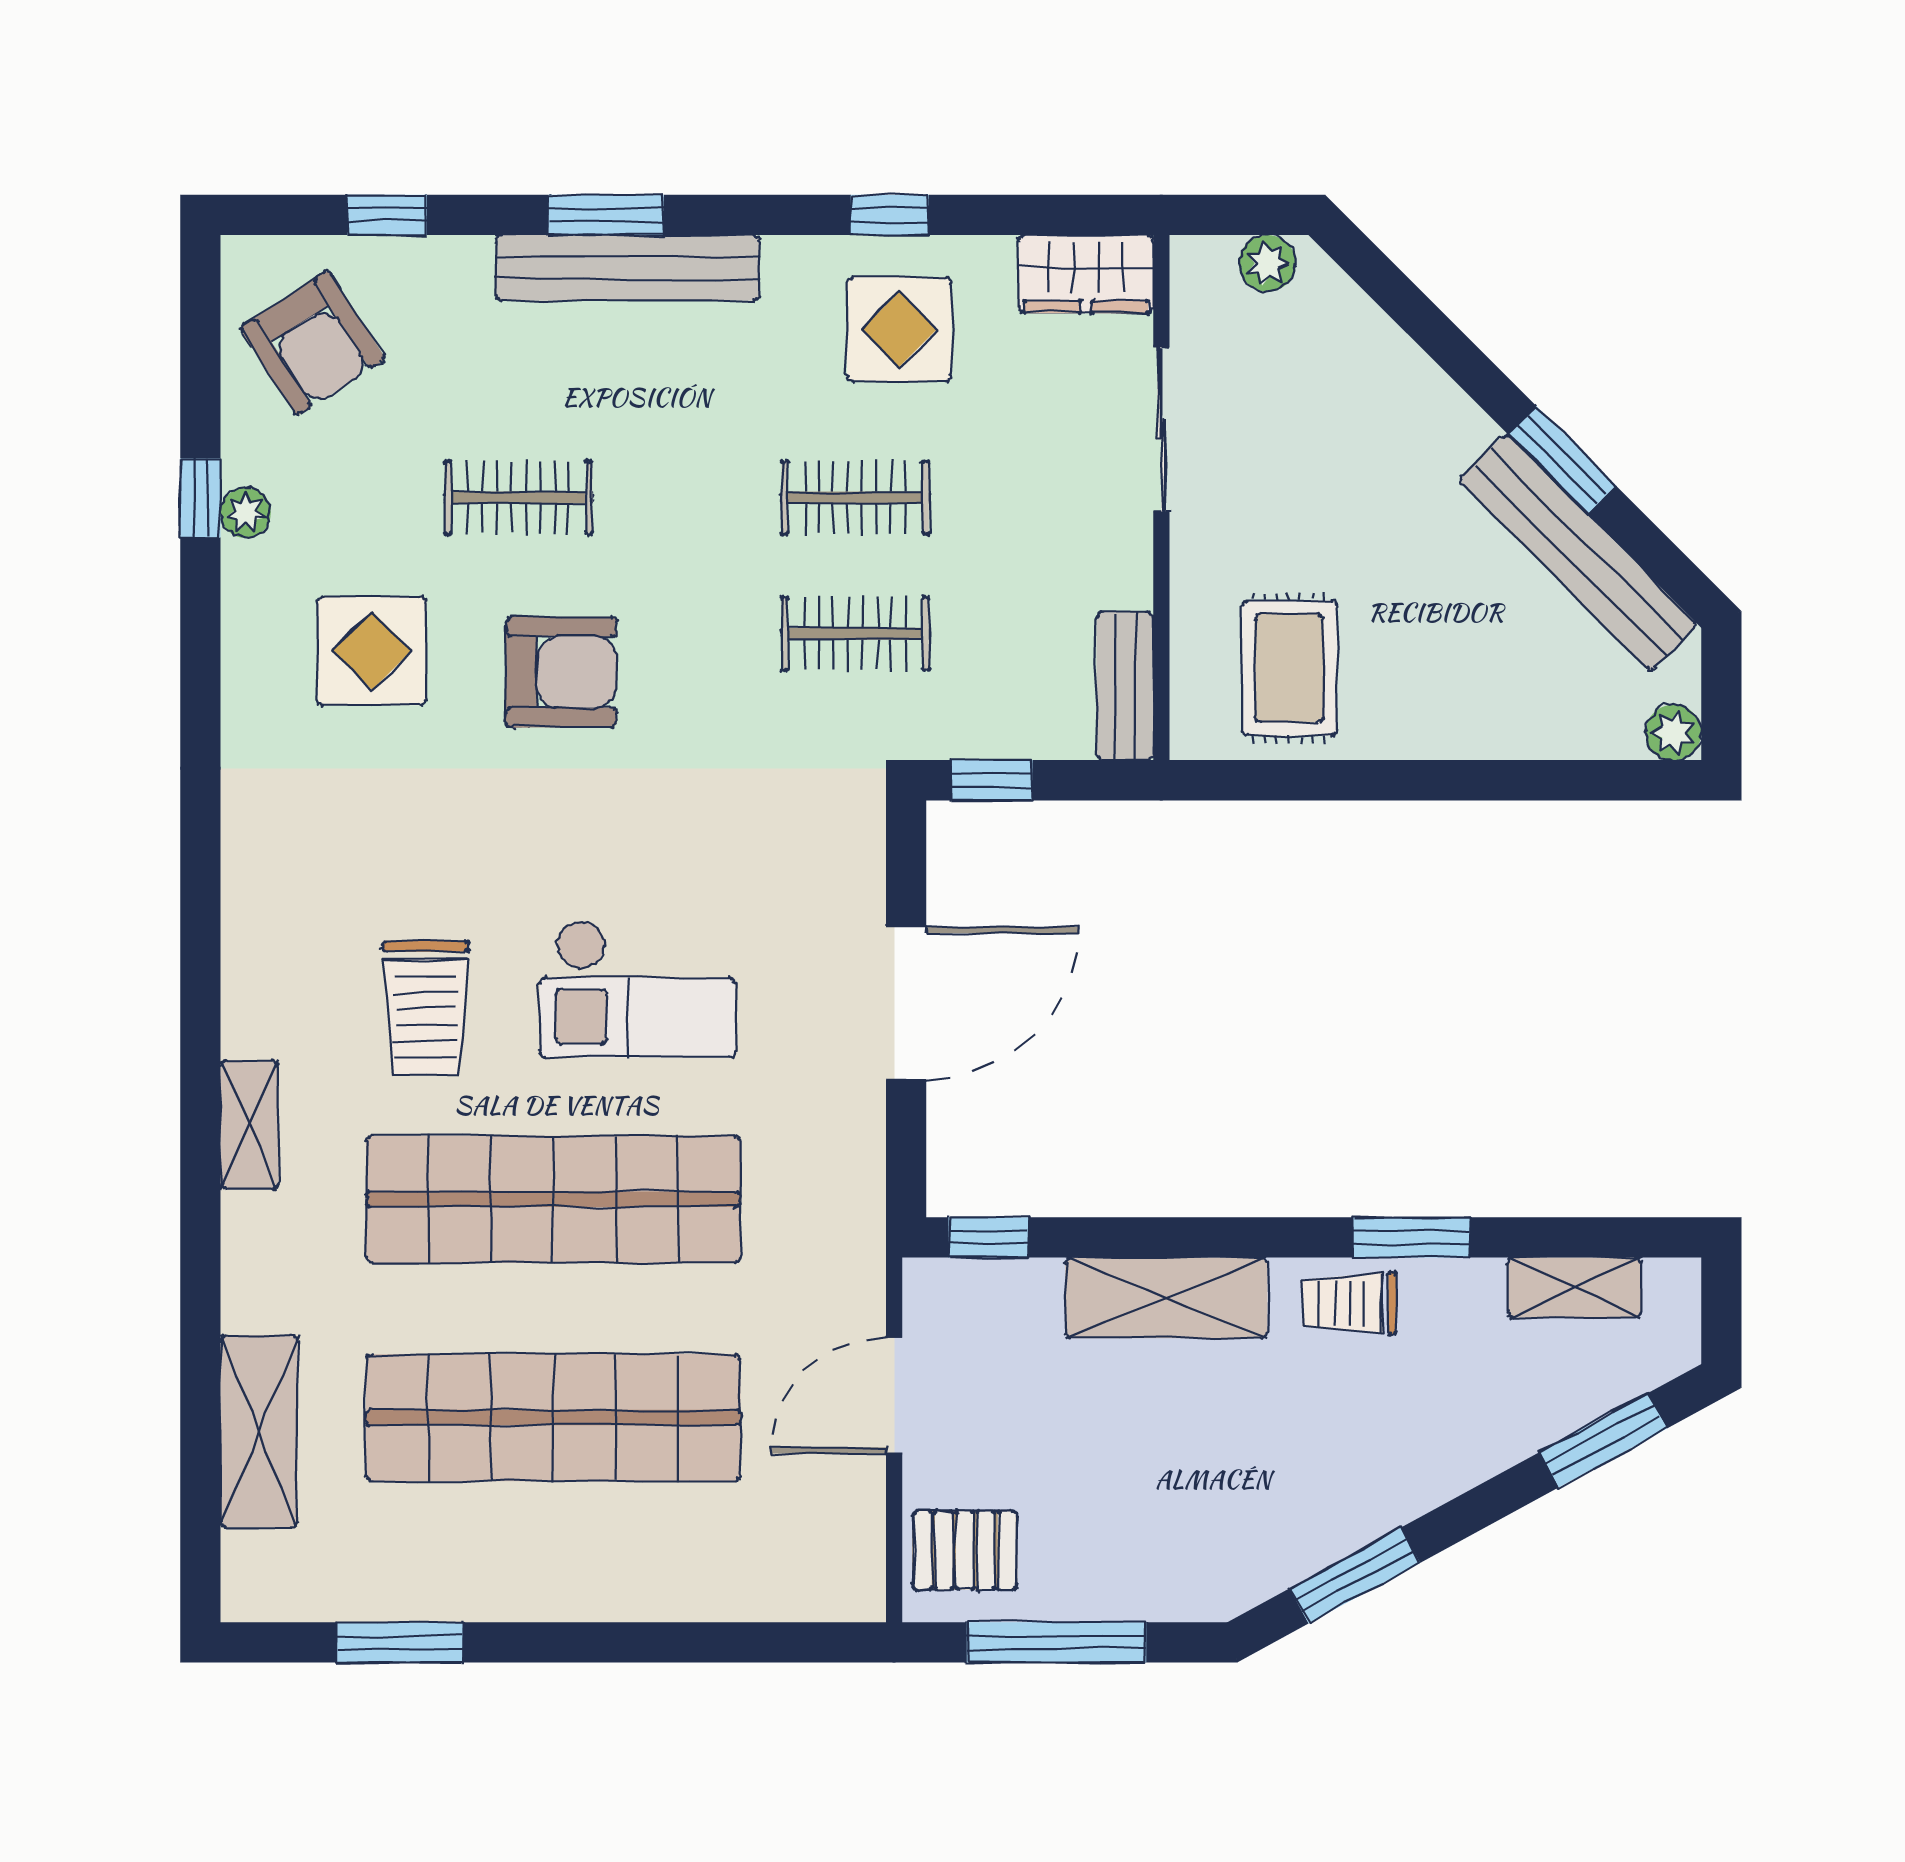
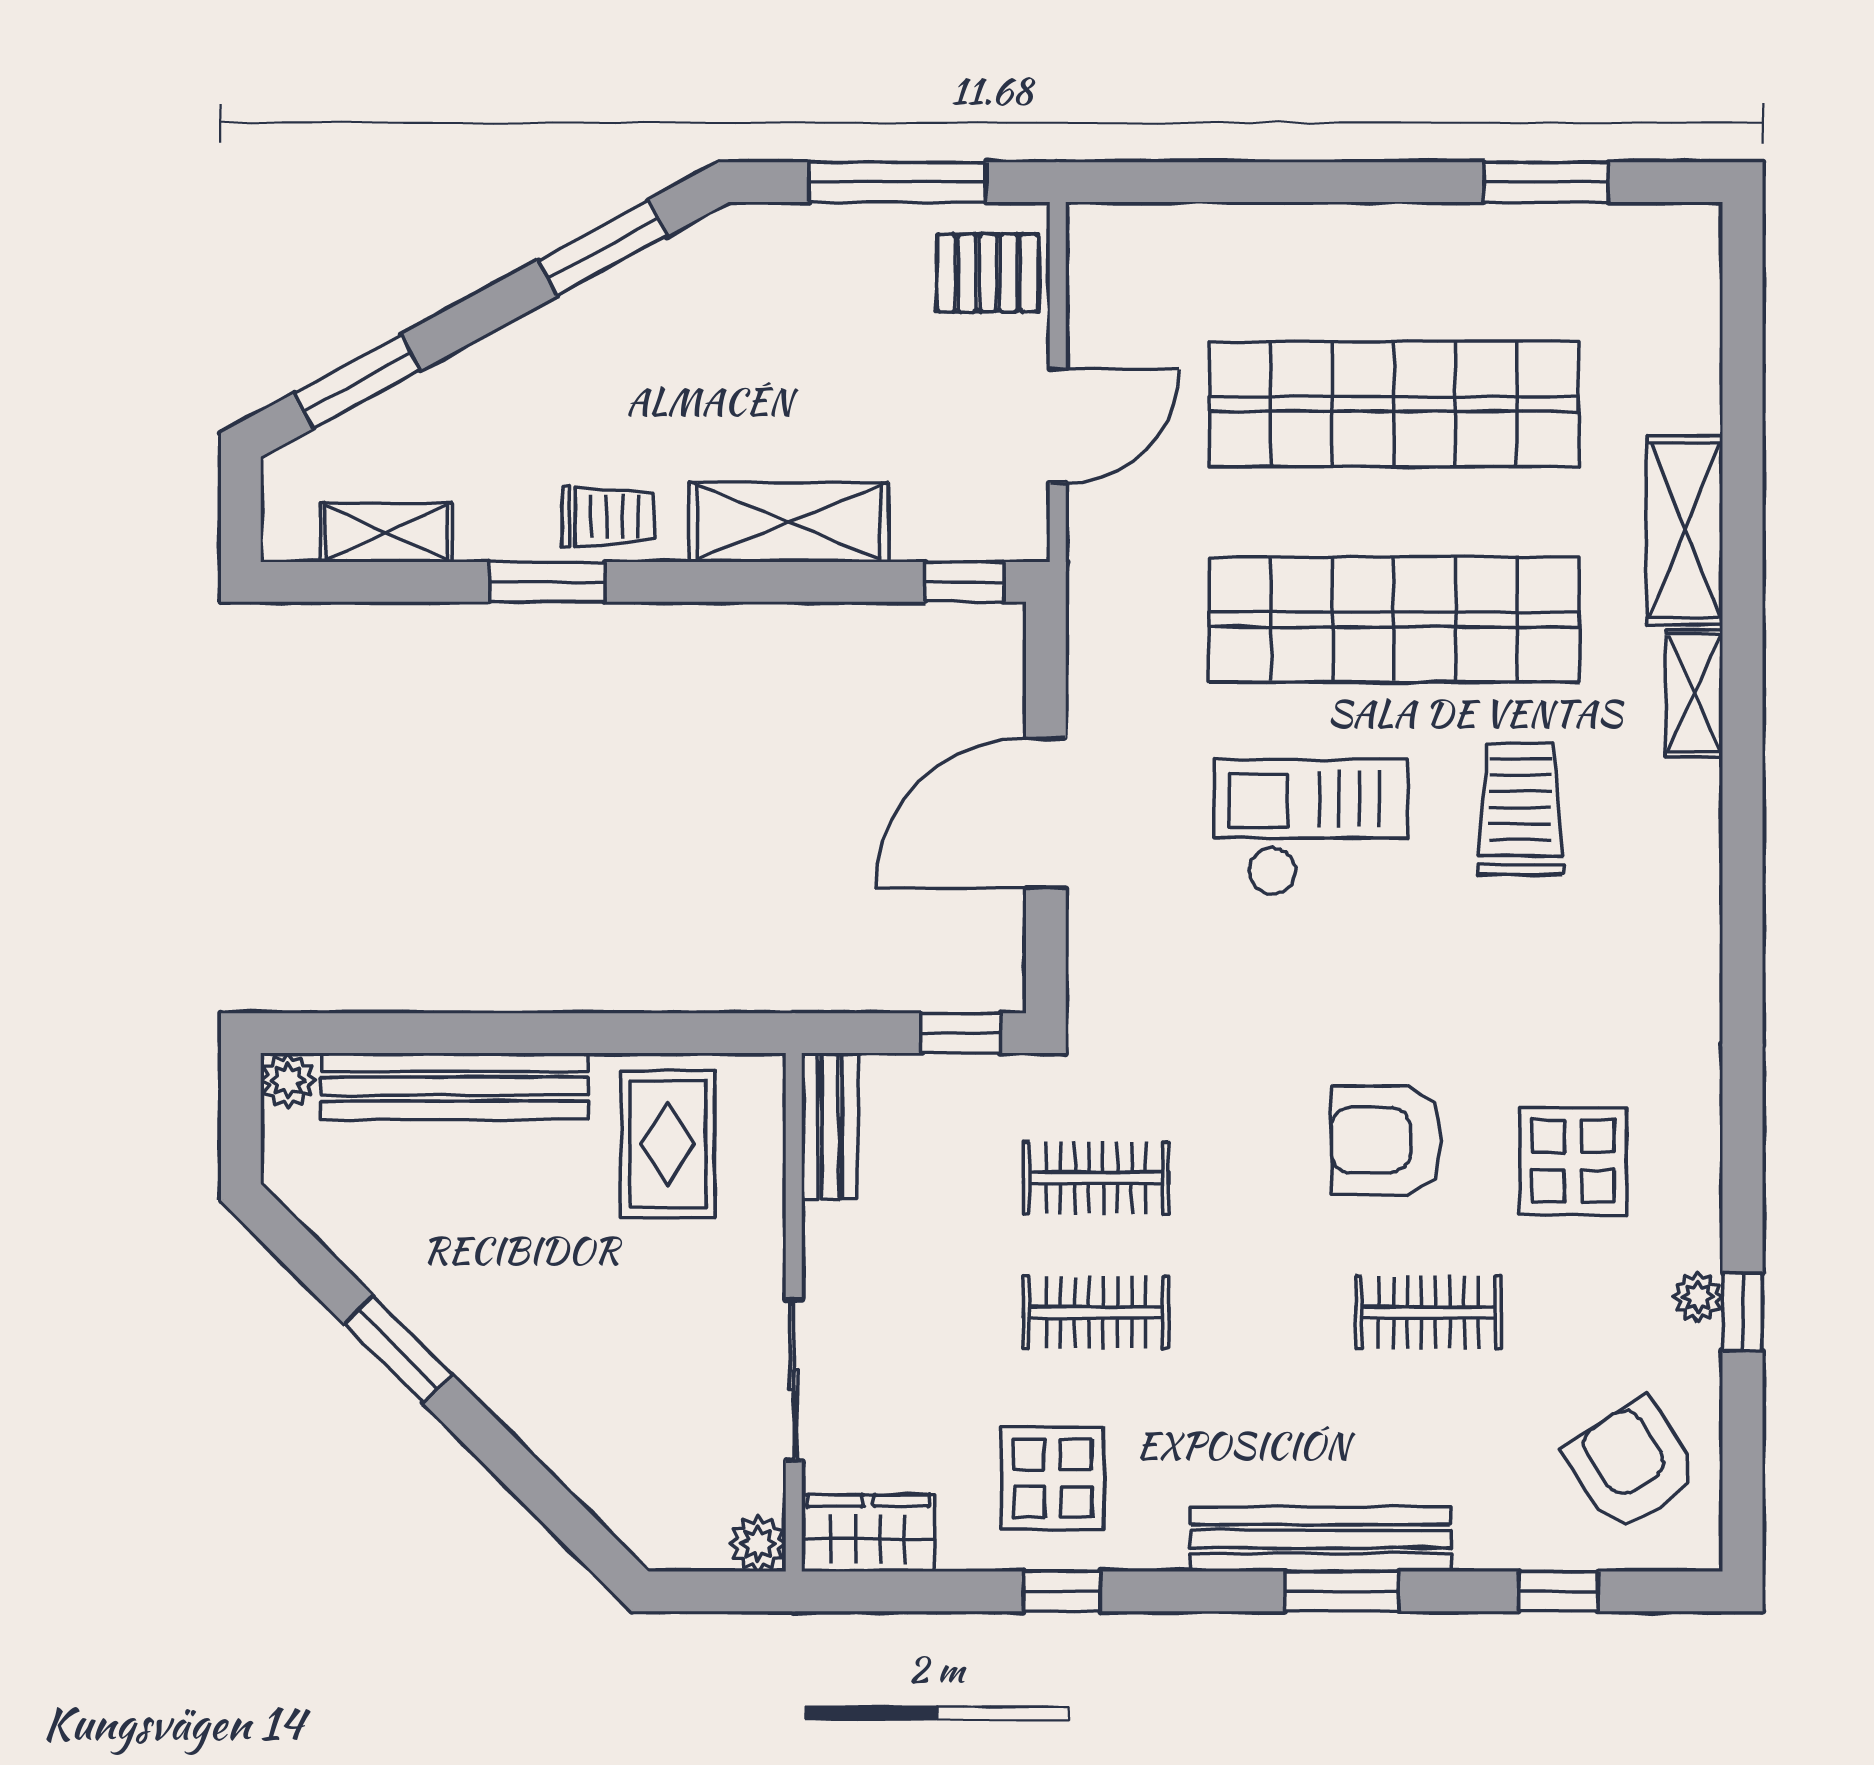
plant: (1267, 263) -> (758, 1544), moved
bench: (1578, 552) -> (455, 1086), moved, turned -45
shelving: (259, 1431) -> (1685, 530), moved

